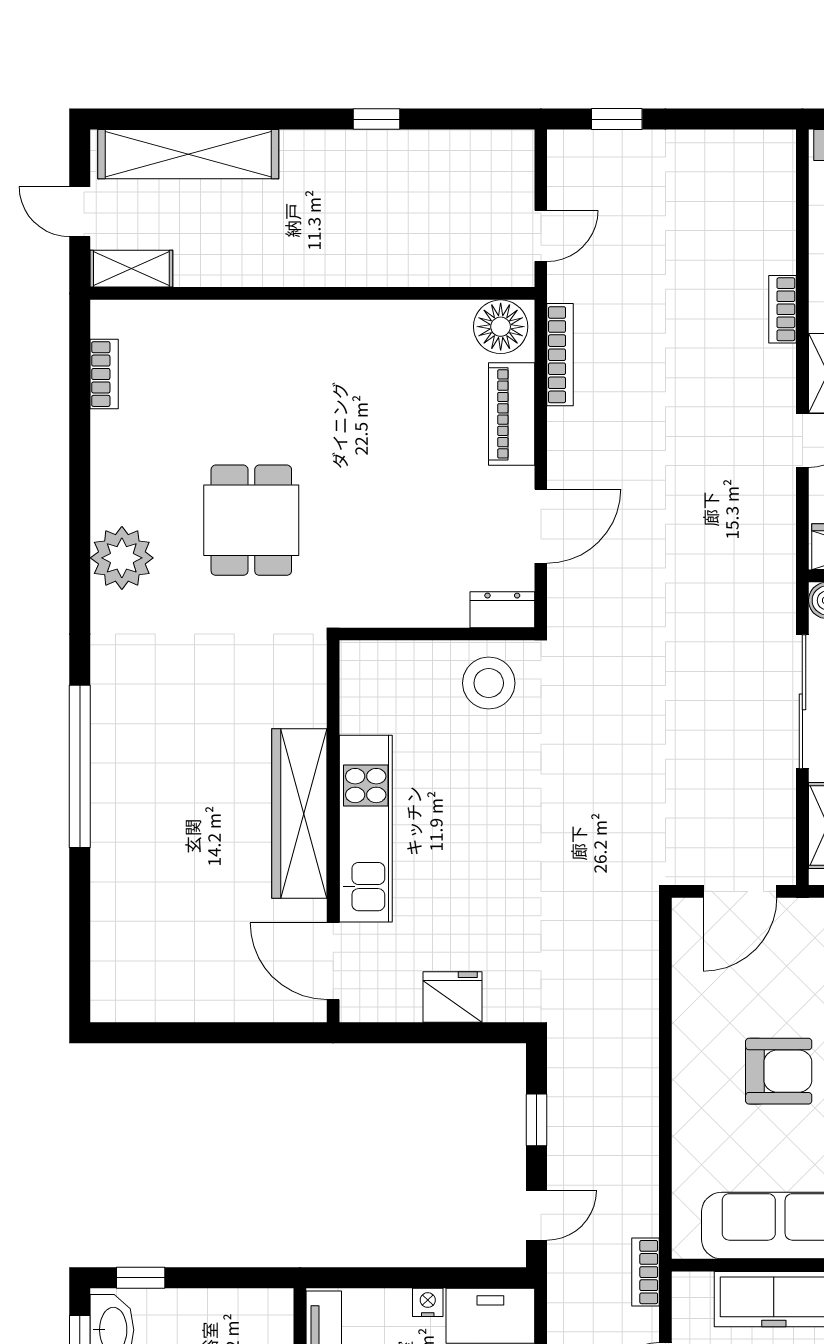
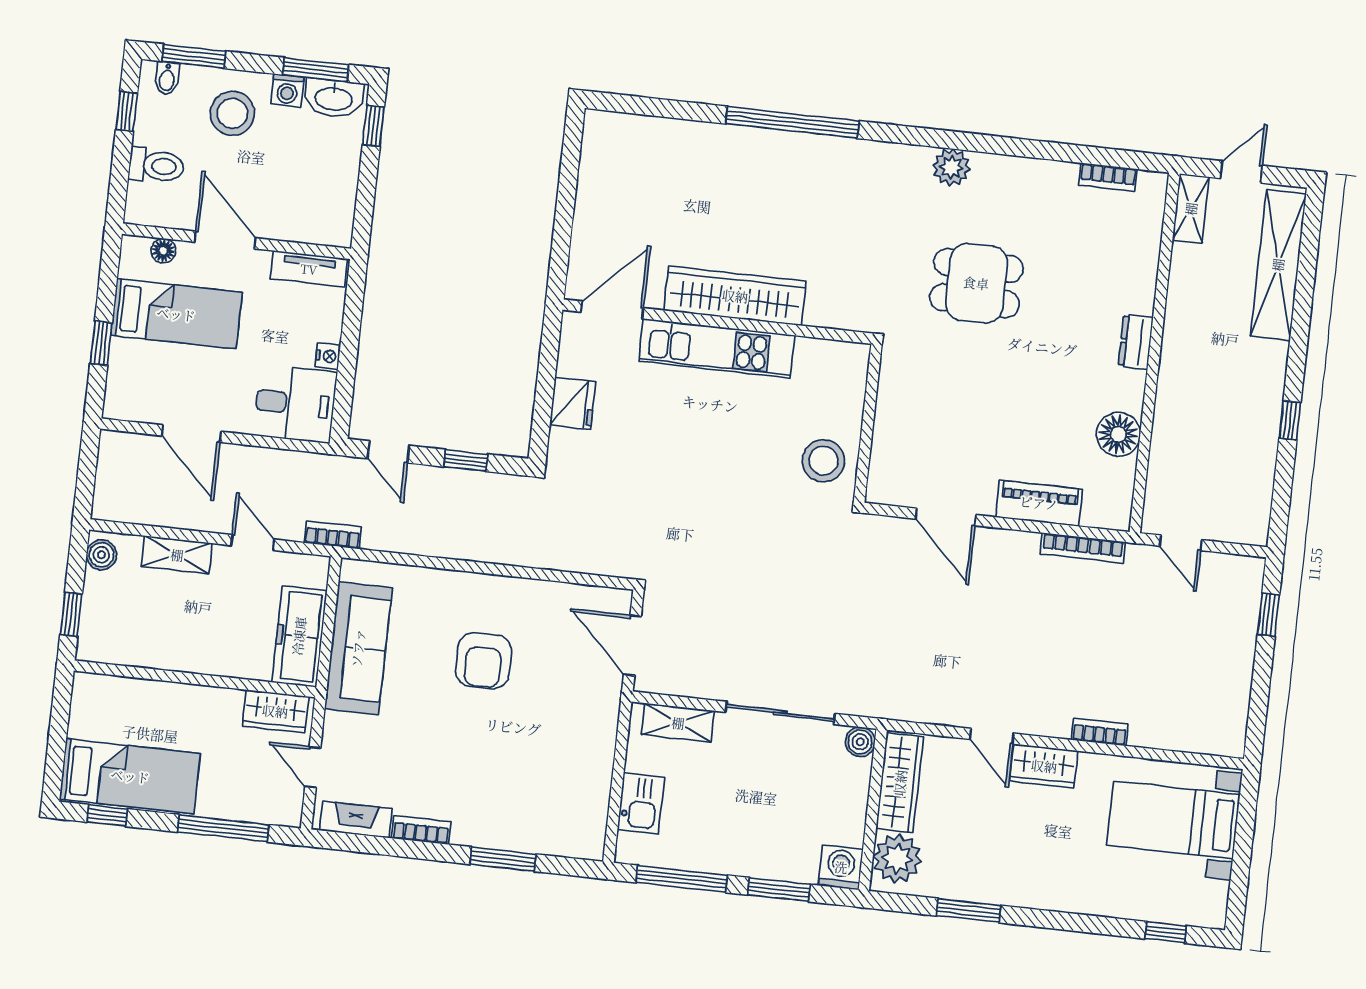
floor lamp: (501, 327) -> (1118, 434), moved
plant: (122, 558) -> (951, 167), width x0.73, depth x0.73
dresser: (502, 610) -> (1136, 342), moved, turned 180

